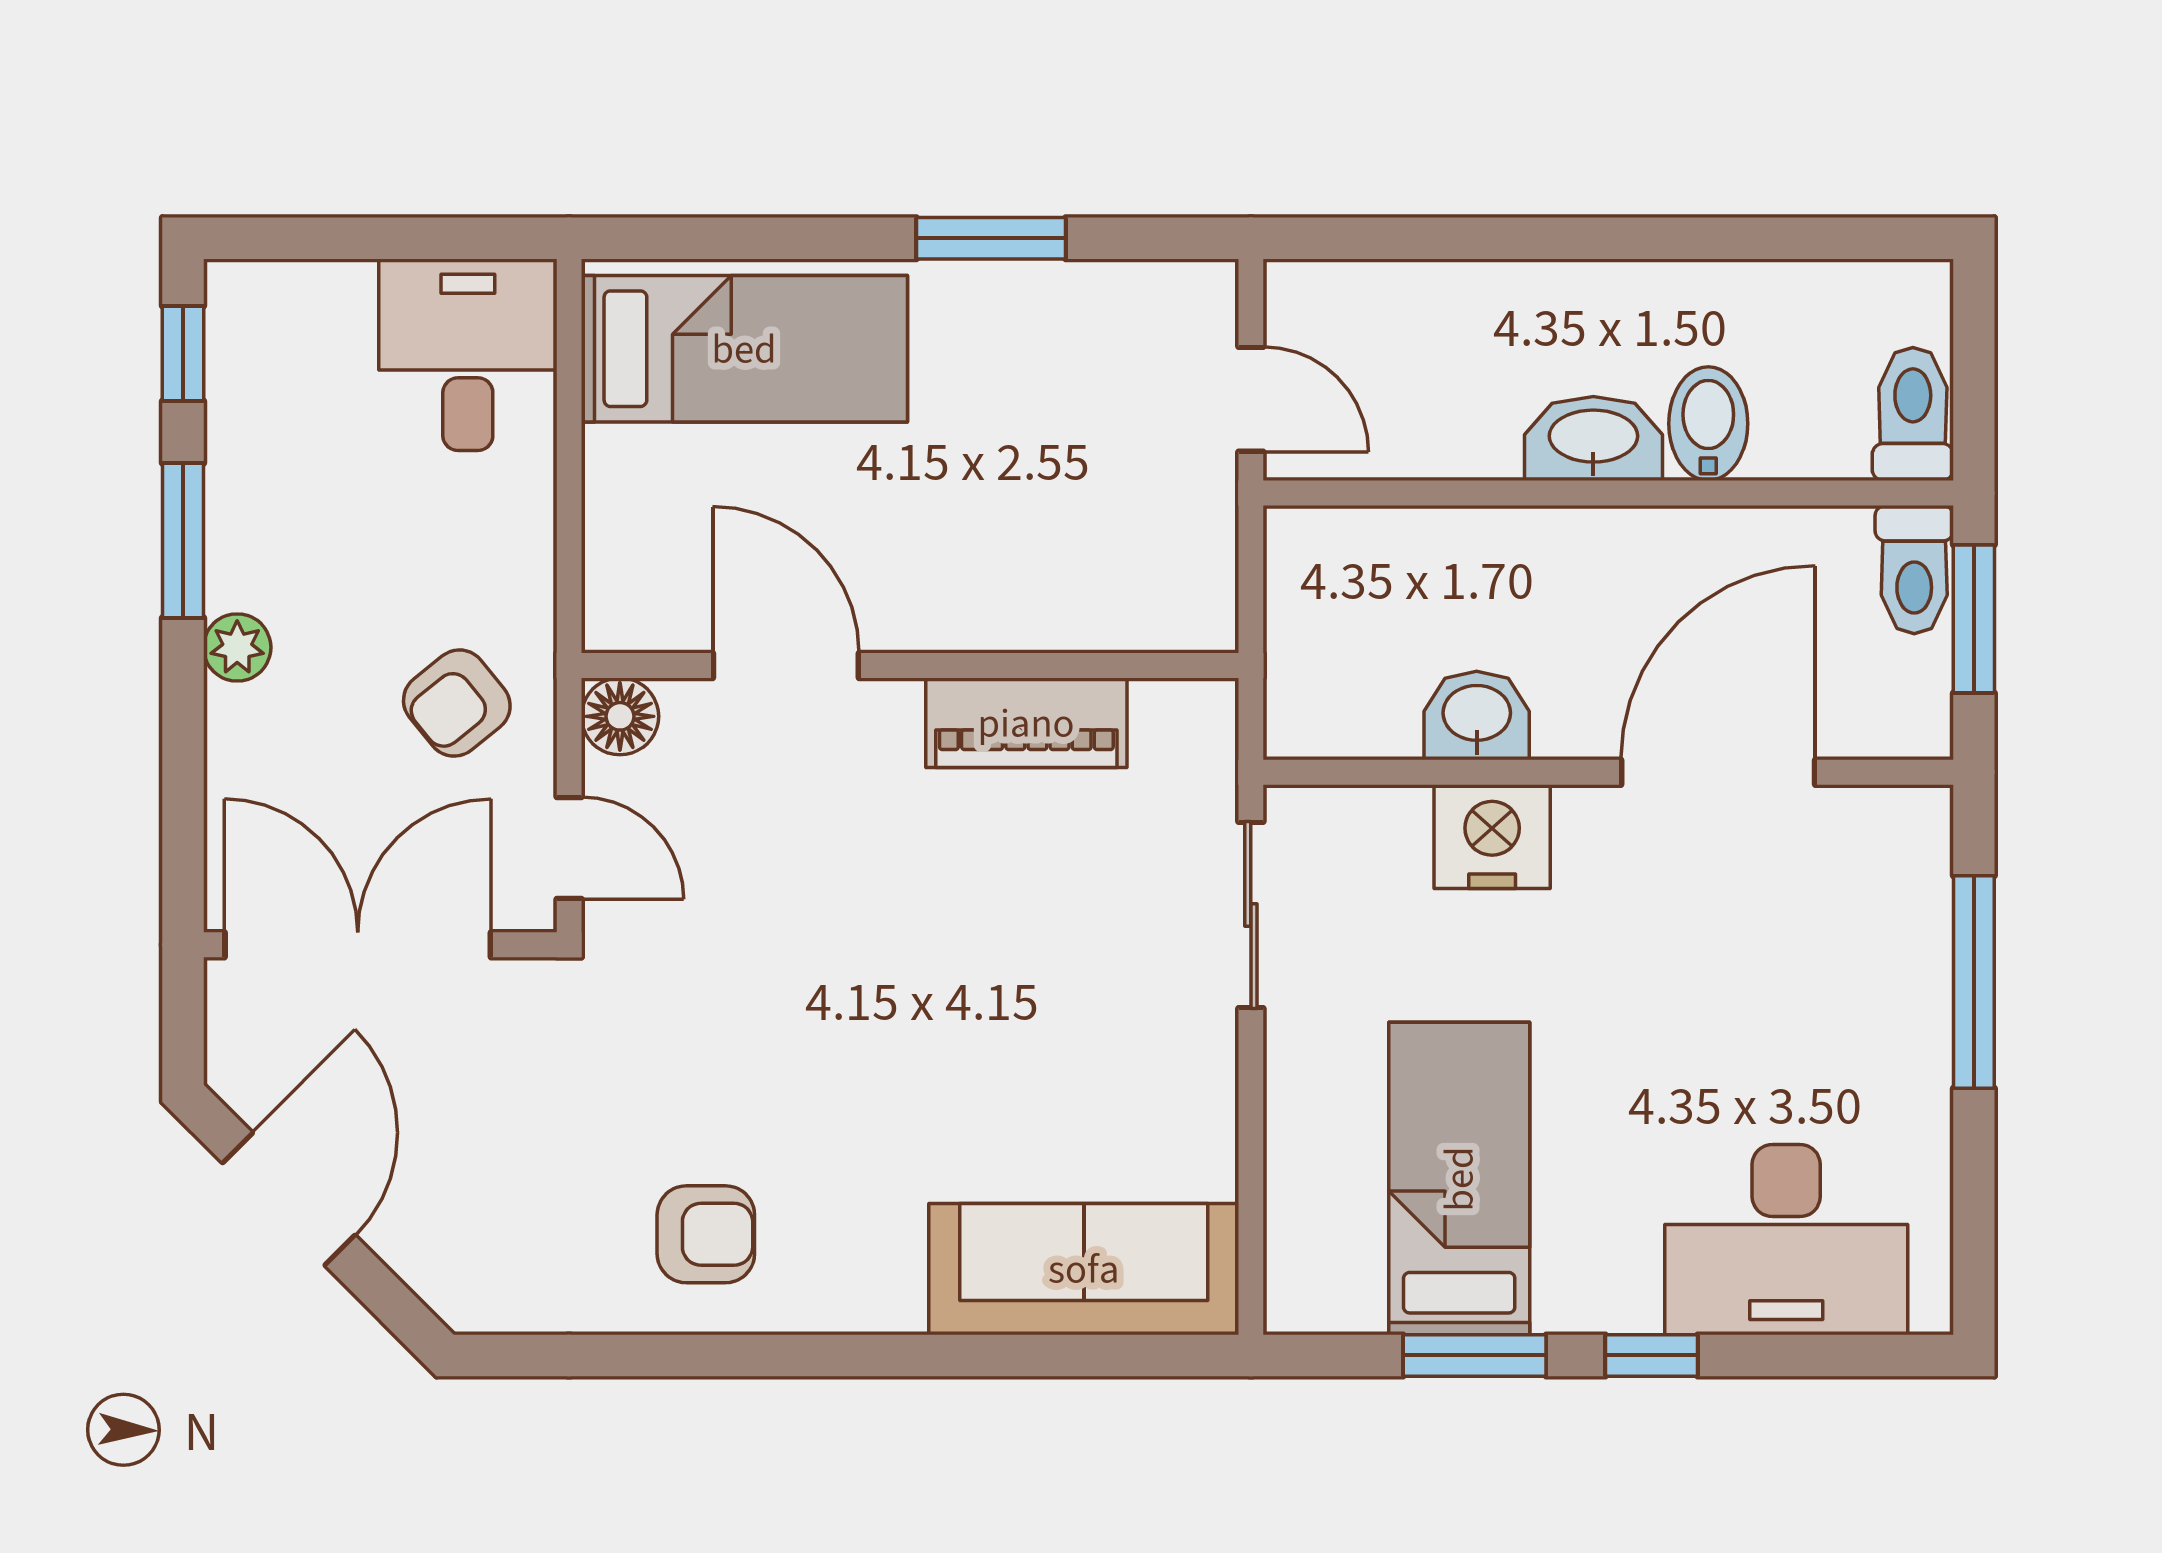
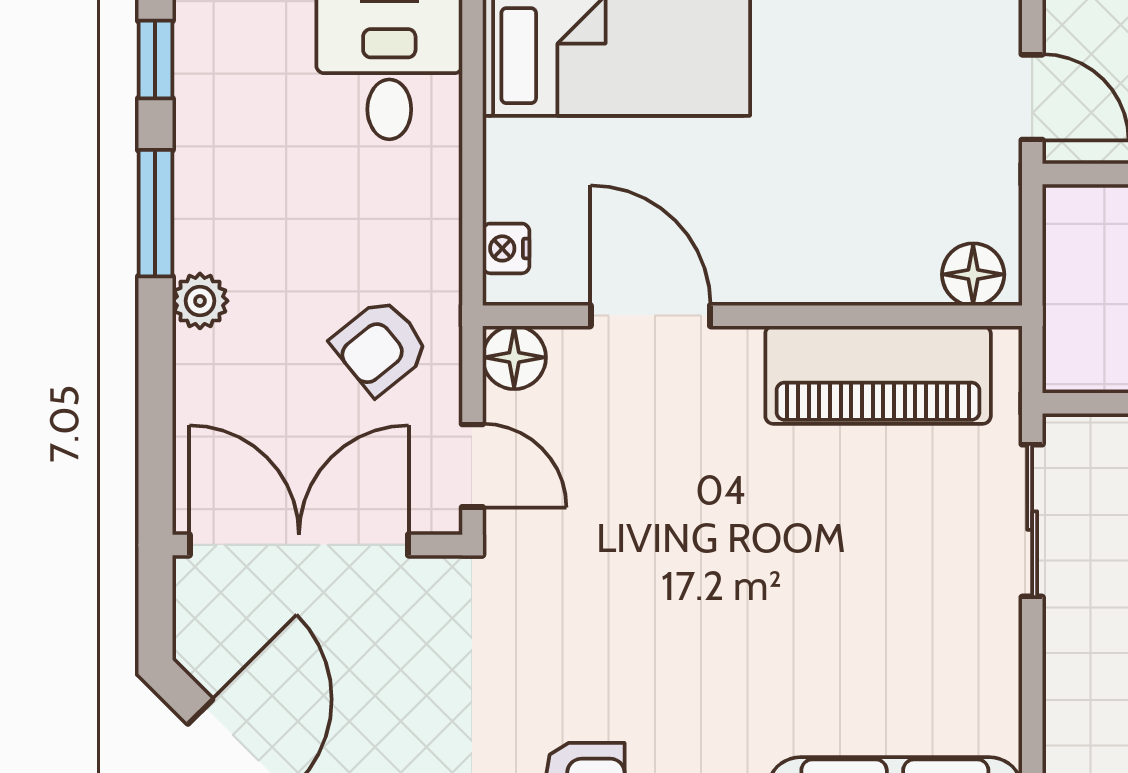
nightstand: (610, 584) -> (506, 248), added
floor lamp: (1179, 615) -> (973, 274), added
piano: (1026, 723) -> (878, 375), width x1.37, depth x1.33

